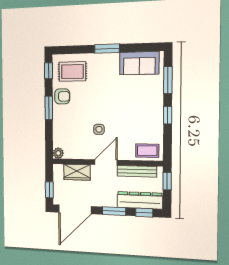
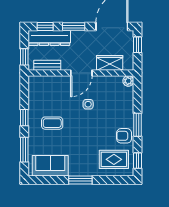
coffee table: (147, 151) -> (52, 123), moved
bench: (137, 171) -> (47, 65), width x0.73

